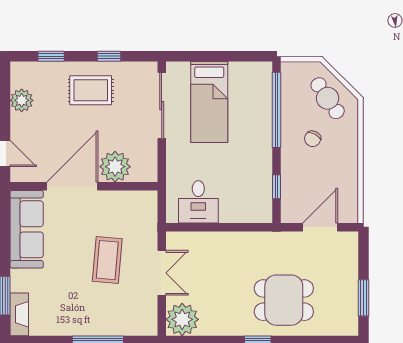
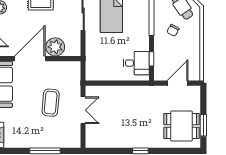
desk: (198, 202) -> (136, 63), moved, turned -90
dining table: (284, 300) -> (182, 126), moved
plant: (182, 319) -> (95, 138), removed

